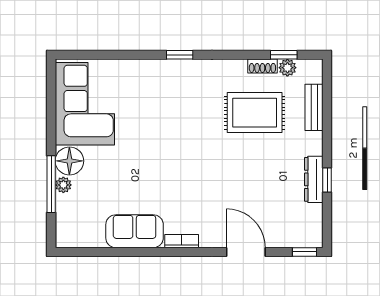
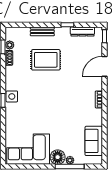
side table: (187, 72) -> (12, 96), added
bench: (314, 107) -> (42, 31), moved
rug: (255, 113) -> (46, 60), moved, turned 90
dresser: (314, 179) -> (82, 31), moved
sofa: (135, 231) -> (94, 141), moved

